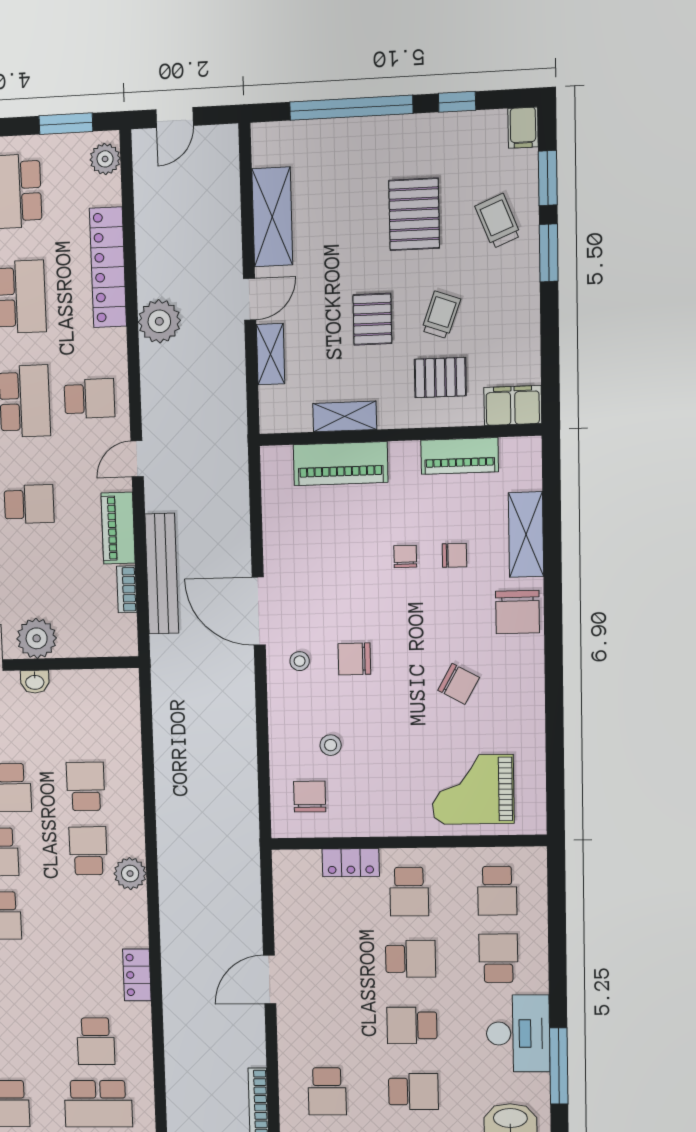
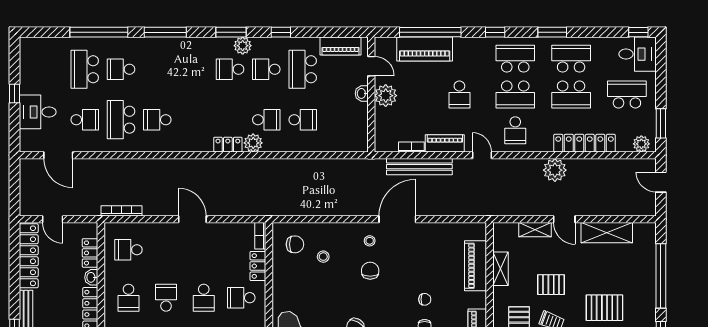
bookcase: (296, 859) -> (260, 236), added
locker: (137, 975) -> (228, 145), moved

